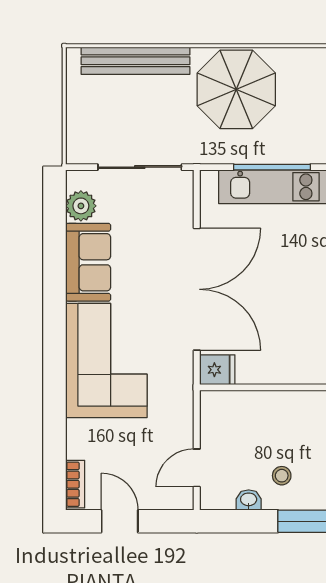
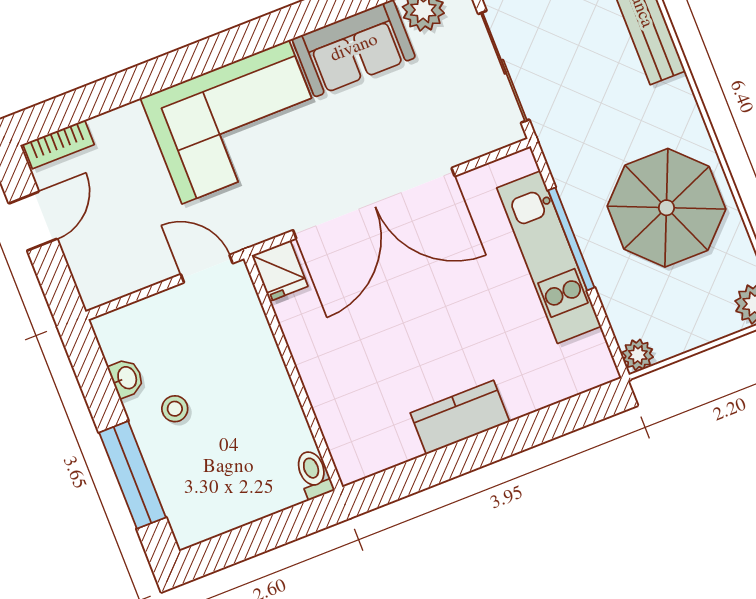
parasol: (236, 89) -> (666, 208), moved
door: (197, 468) -> (207, 269), moved

